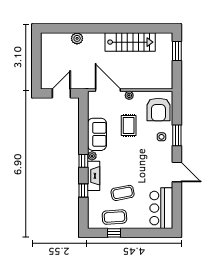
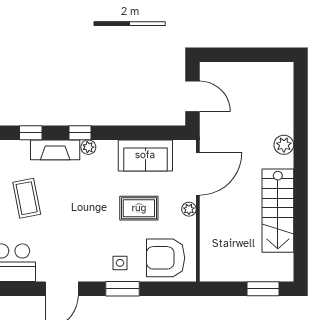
plant: (77, 38) -> (284, 145), moved
sofa: (97, 134) -> (145, 155), moved

